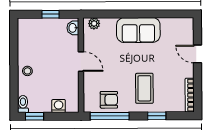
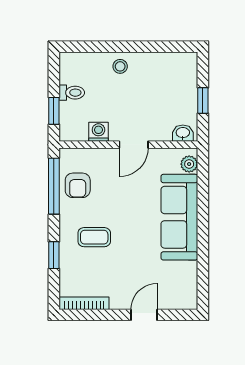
sofa: (138, 30) -> (179, 217), width x1.36
coffee table: (144, 88) -> (94, 237), width x0.73, depth x0.77
toilet: (23, 104) -> (72, 93), moved
washing machine: (59, 106) -> (98, 132), moved, turned -90
window: (34, 116) -> (54, 111), moved

